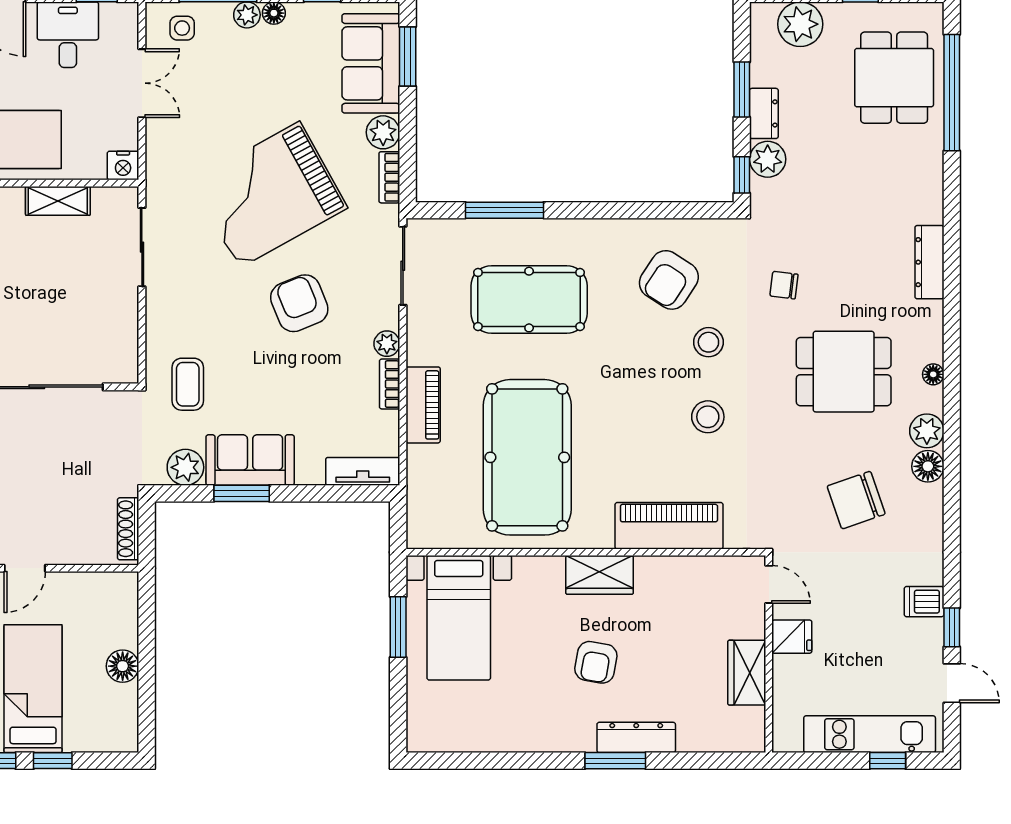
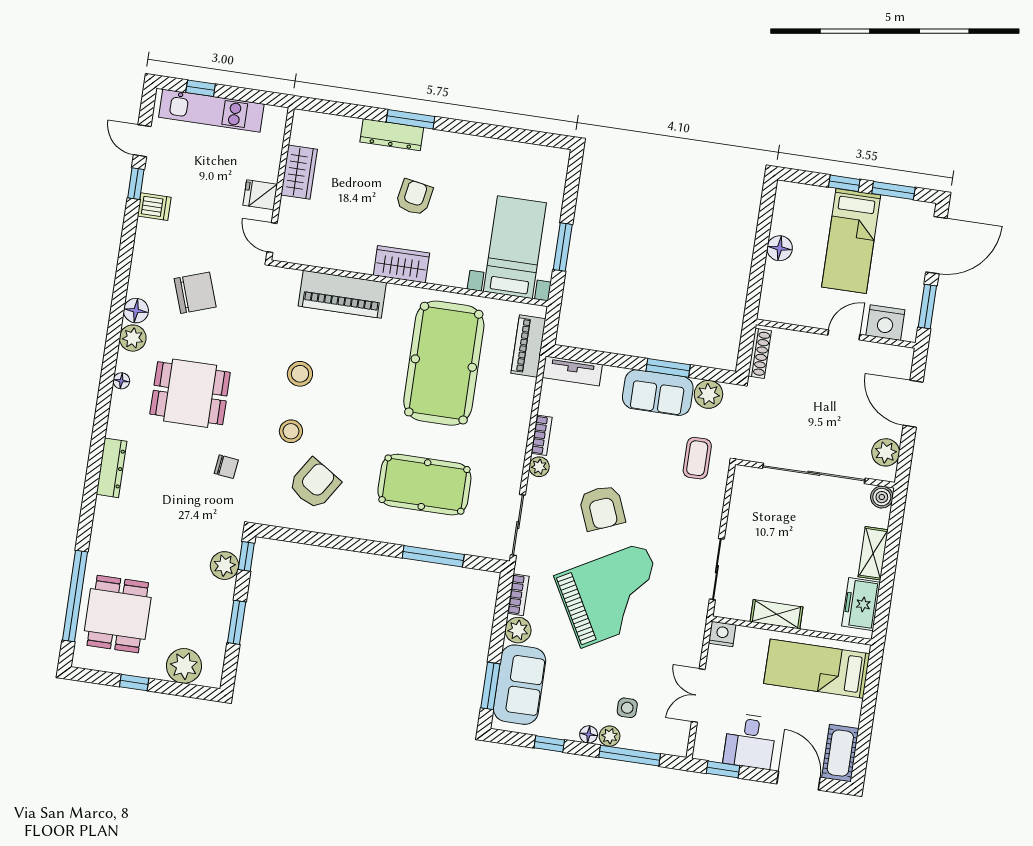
side table: (182, 28) -> (627, 708), moved
dresser: (764, 113) -> (222, 601), removed
piano: (423, 405) -> (528, 346), moved

